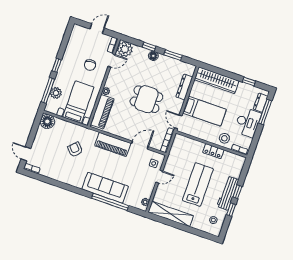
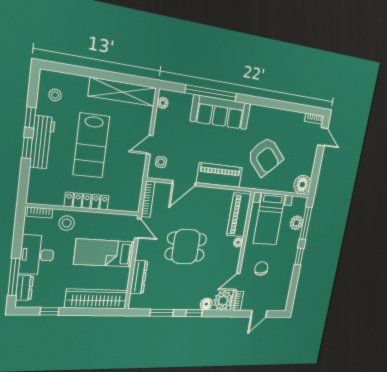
floor lamp: (153, 56) -> (206, 304), moved
armchair: (75, 149) -> (265, 157), width x1.88, depth x1.88
locker: (213, 151) -> (87, 201), width x1.53

